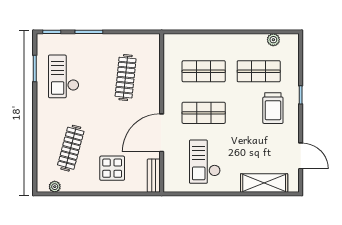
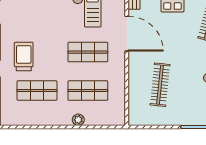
plant: (273, 40) -> (78, 120), moved
door: (162, 133) -> (127, 34), hinge flipped

